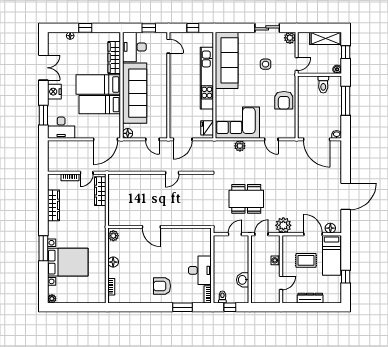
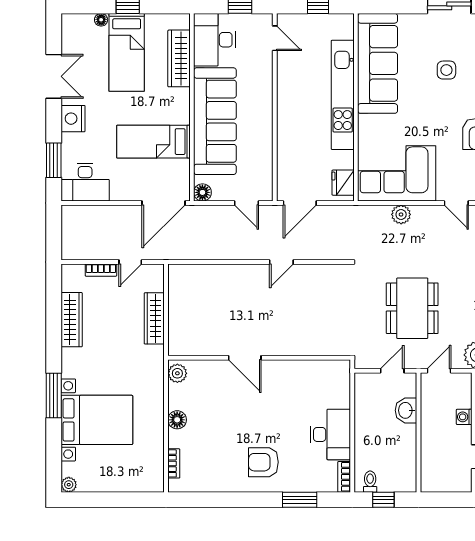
bed: (98, 85) -> (127, 52), moved, turned -90
wardrobe: (100, 191) -> (154, 318), moved
dining table: (246, 199) -> (412, 308), turned 90
washbasin: (243, 280) -> (406, 410), moved

